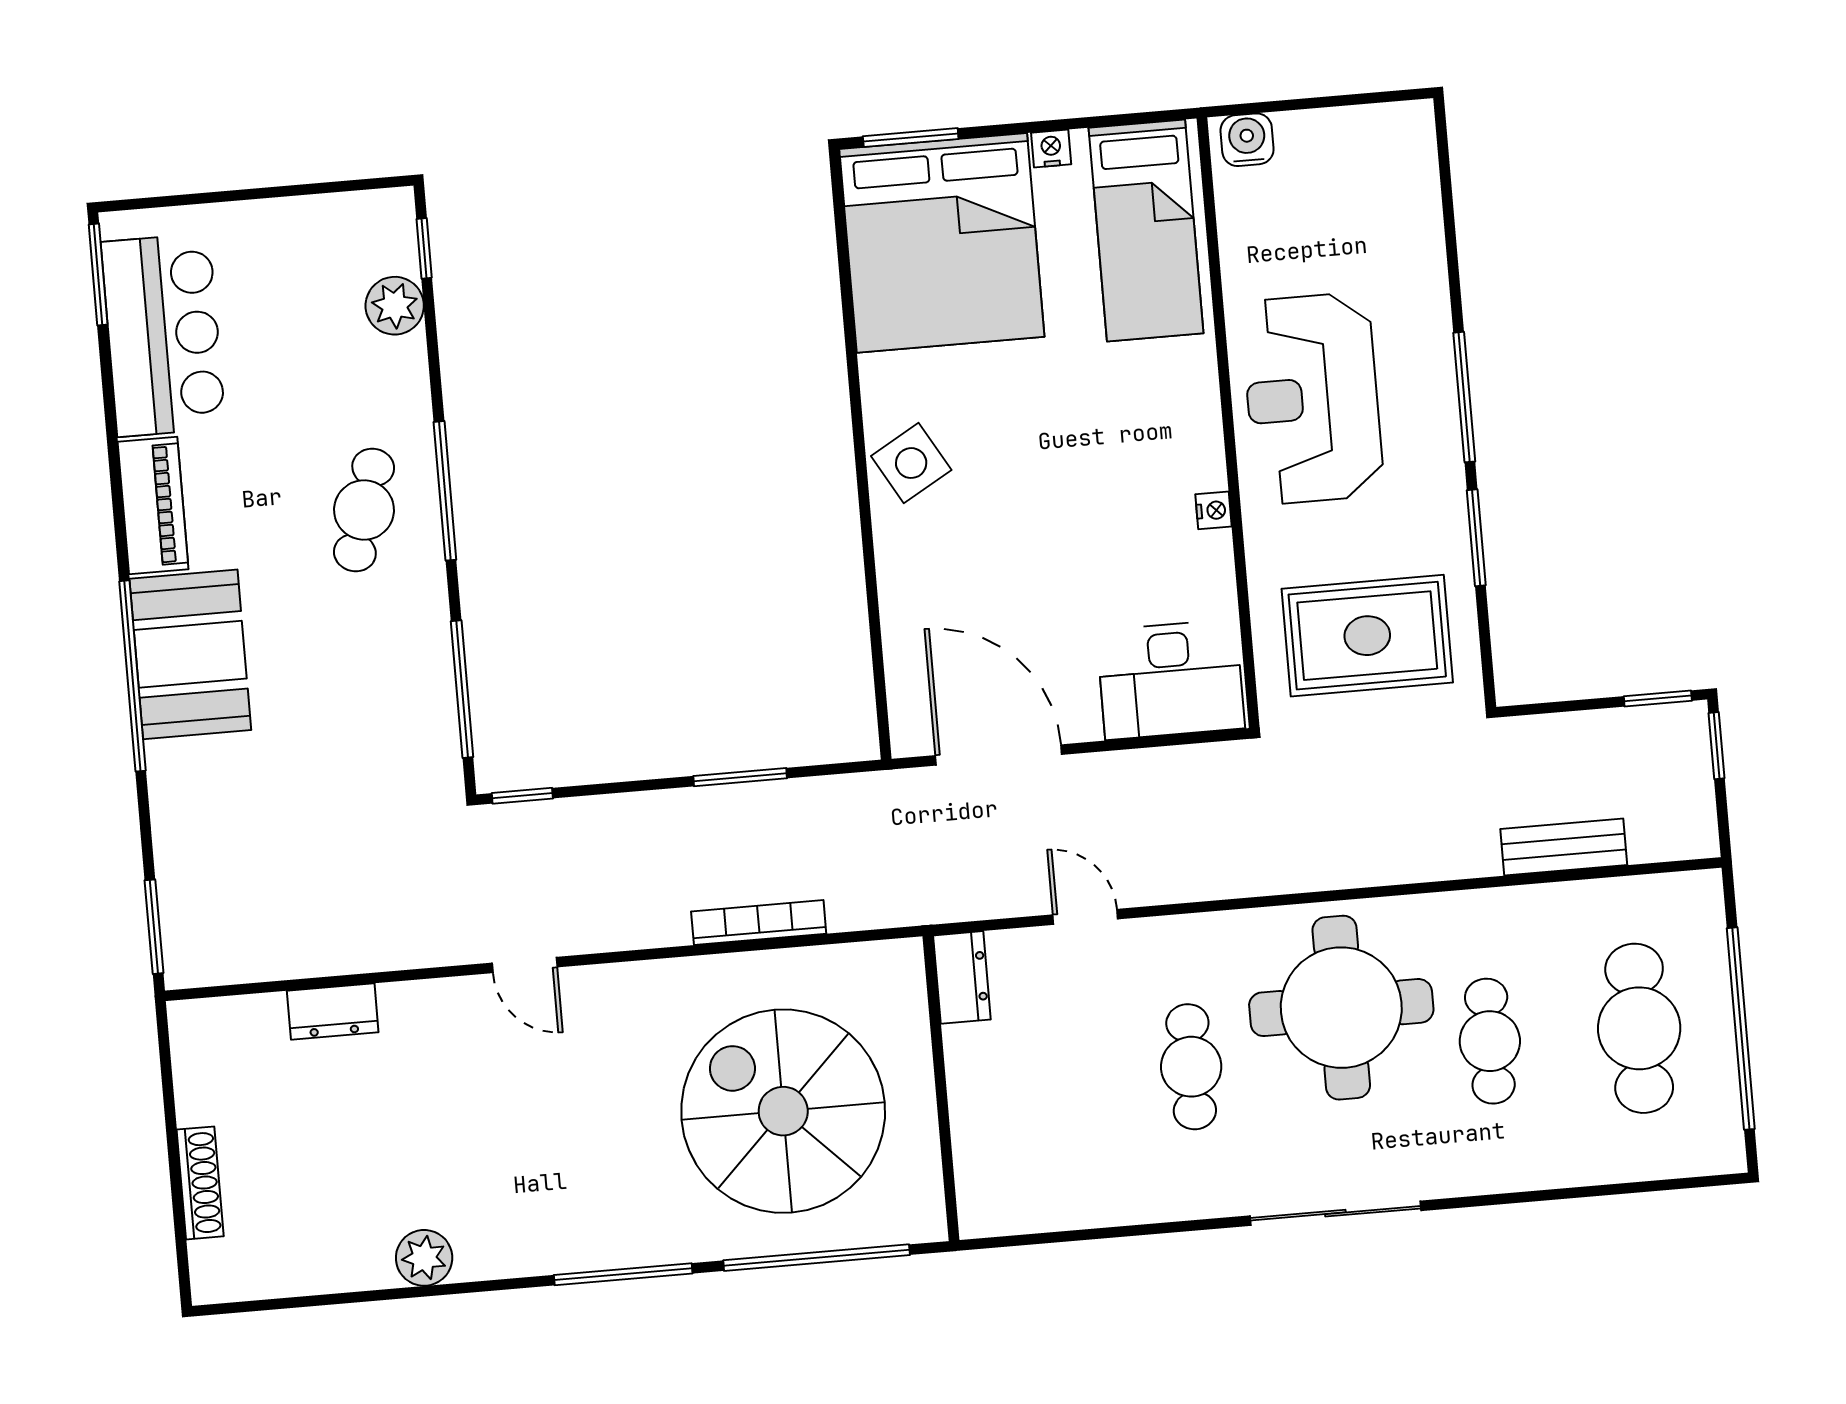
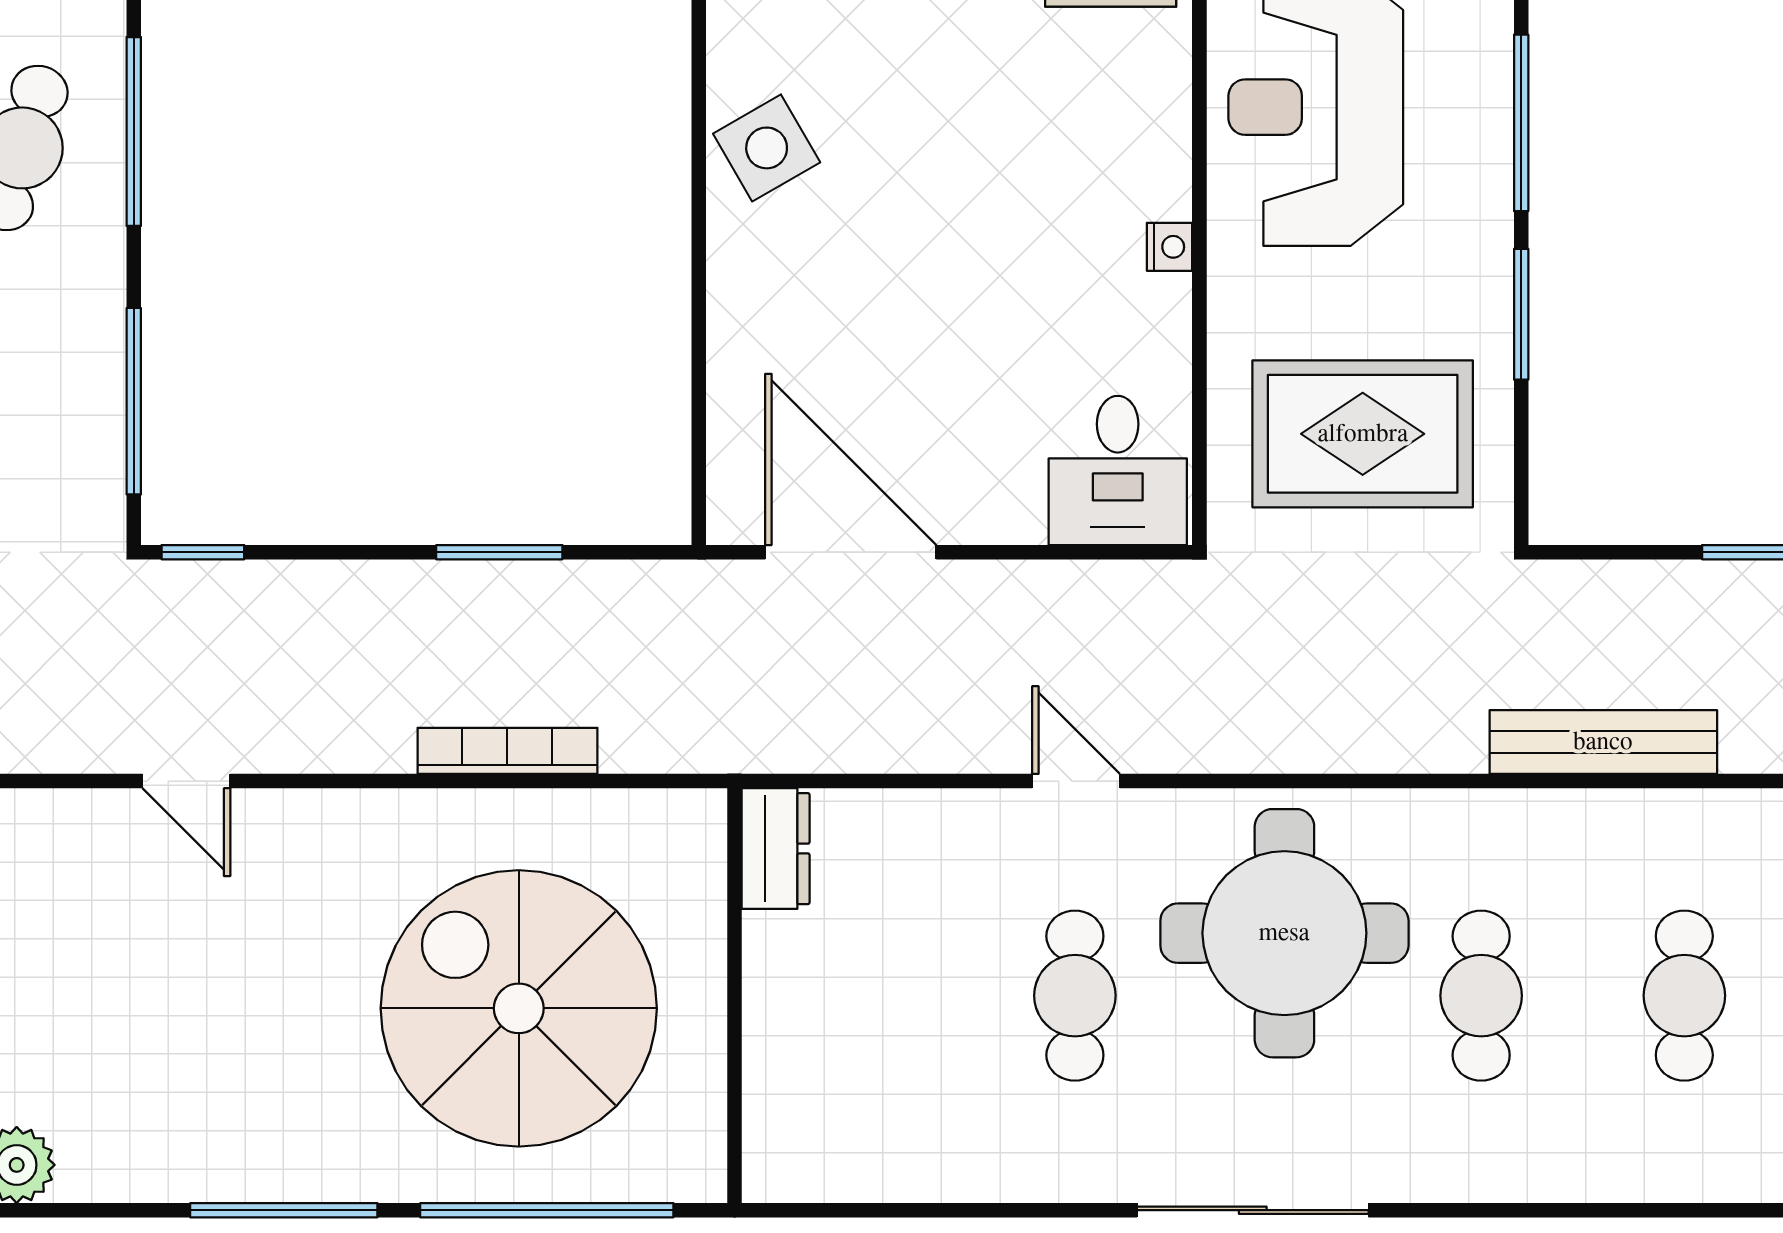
desk: (1171, 680) -> (1118, 470), width x0.73
bench: (1564, 847) -> (1603, 742), width x1.36
door: (1085, 917) -> (1076, 781), moved
cafe table: (1639, 1028) -> (1684, 996), width x0.73, depth x0.74

